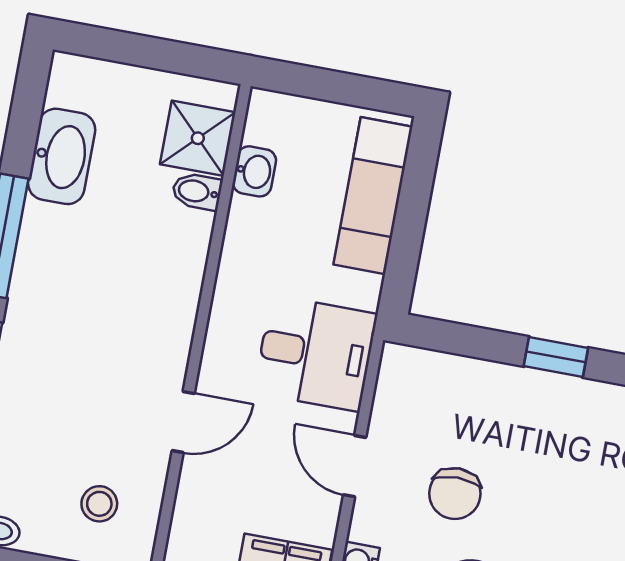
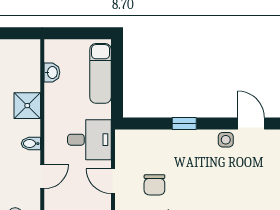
shower: (198, 138) -> (27, 106), moved
bidet: (197, 191) -> (31, 144), moved

